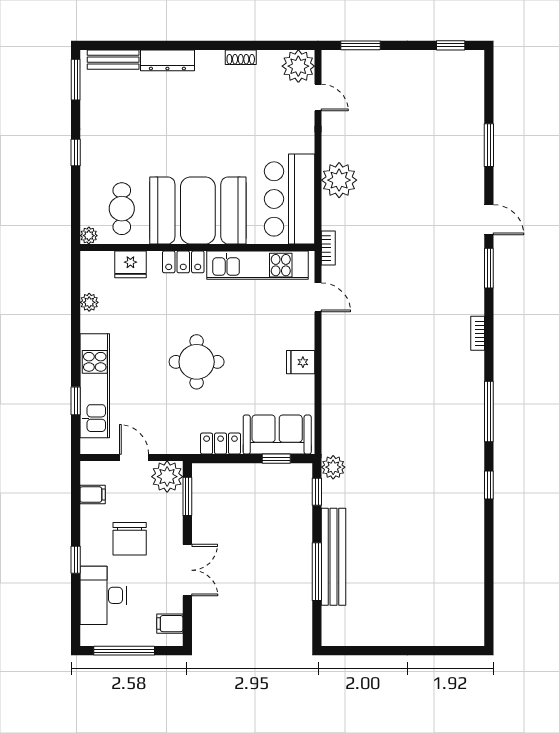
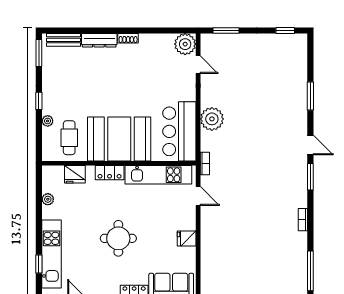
shoe rack: (241, 57) -> (128, 38), moved
plant: (89, 236) -> (48, 121), moved

